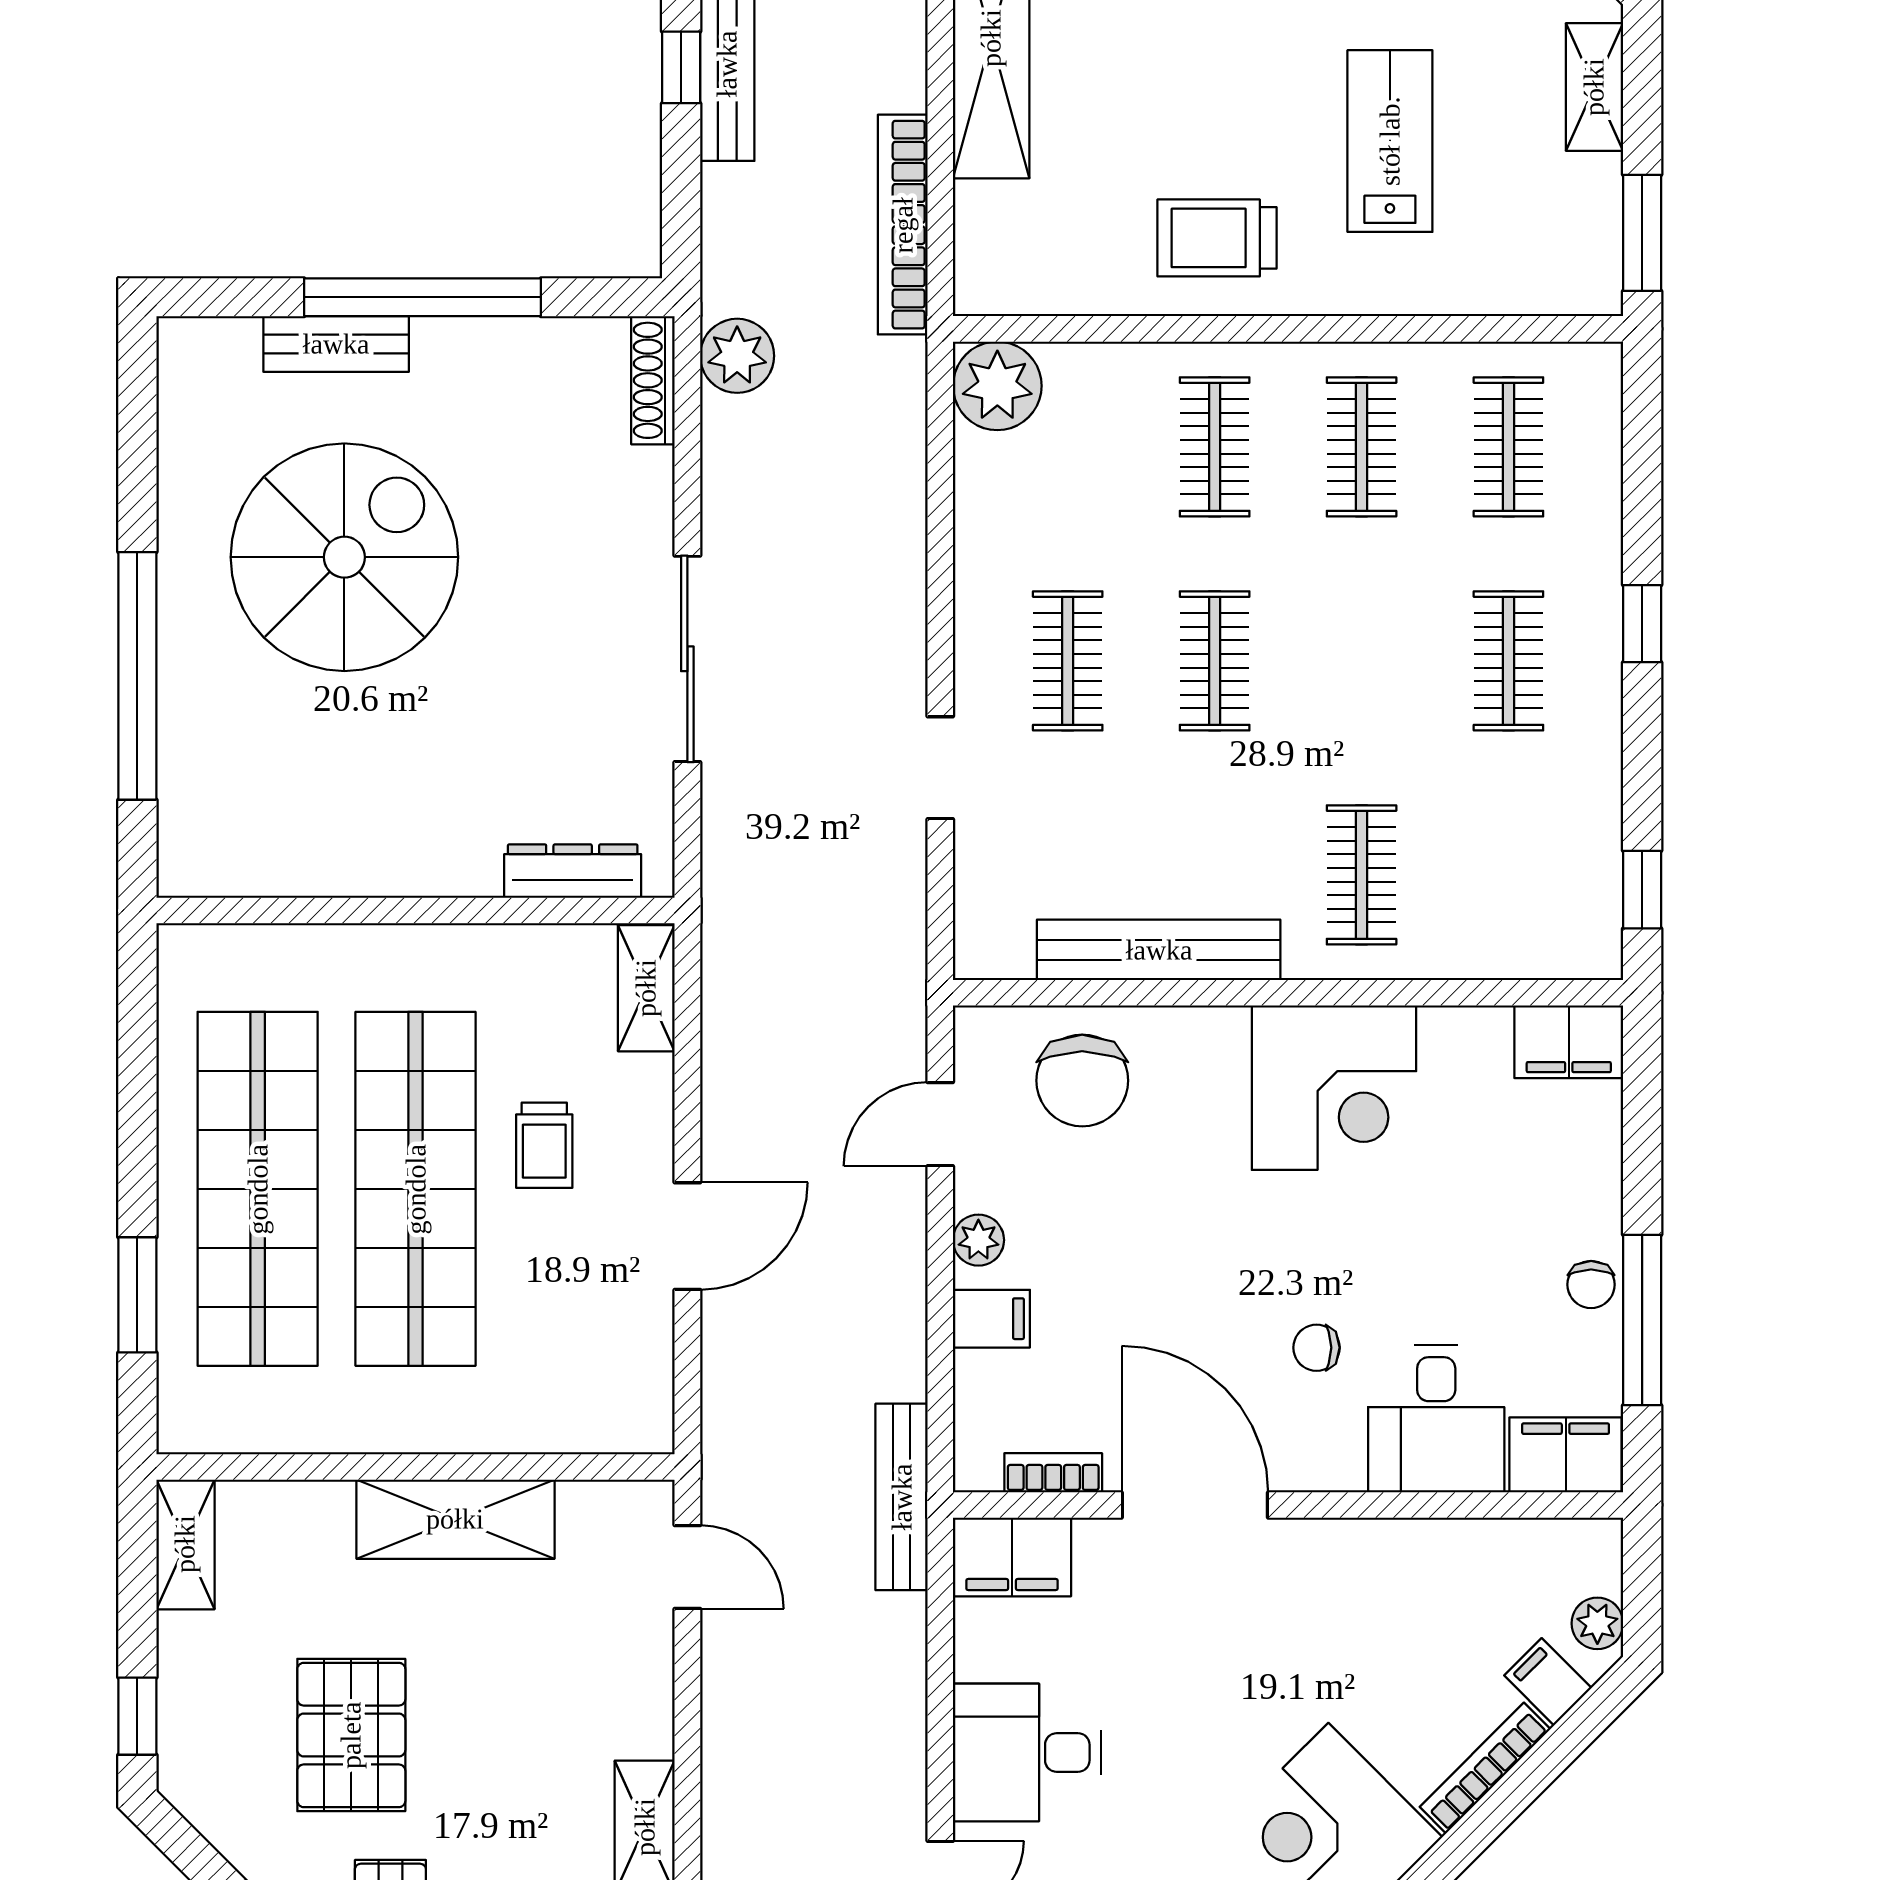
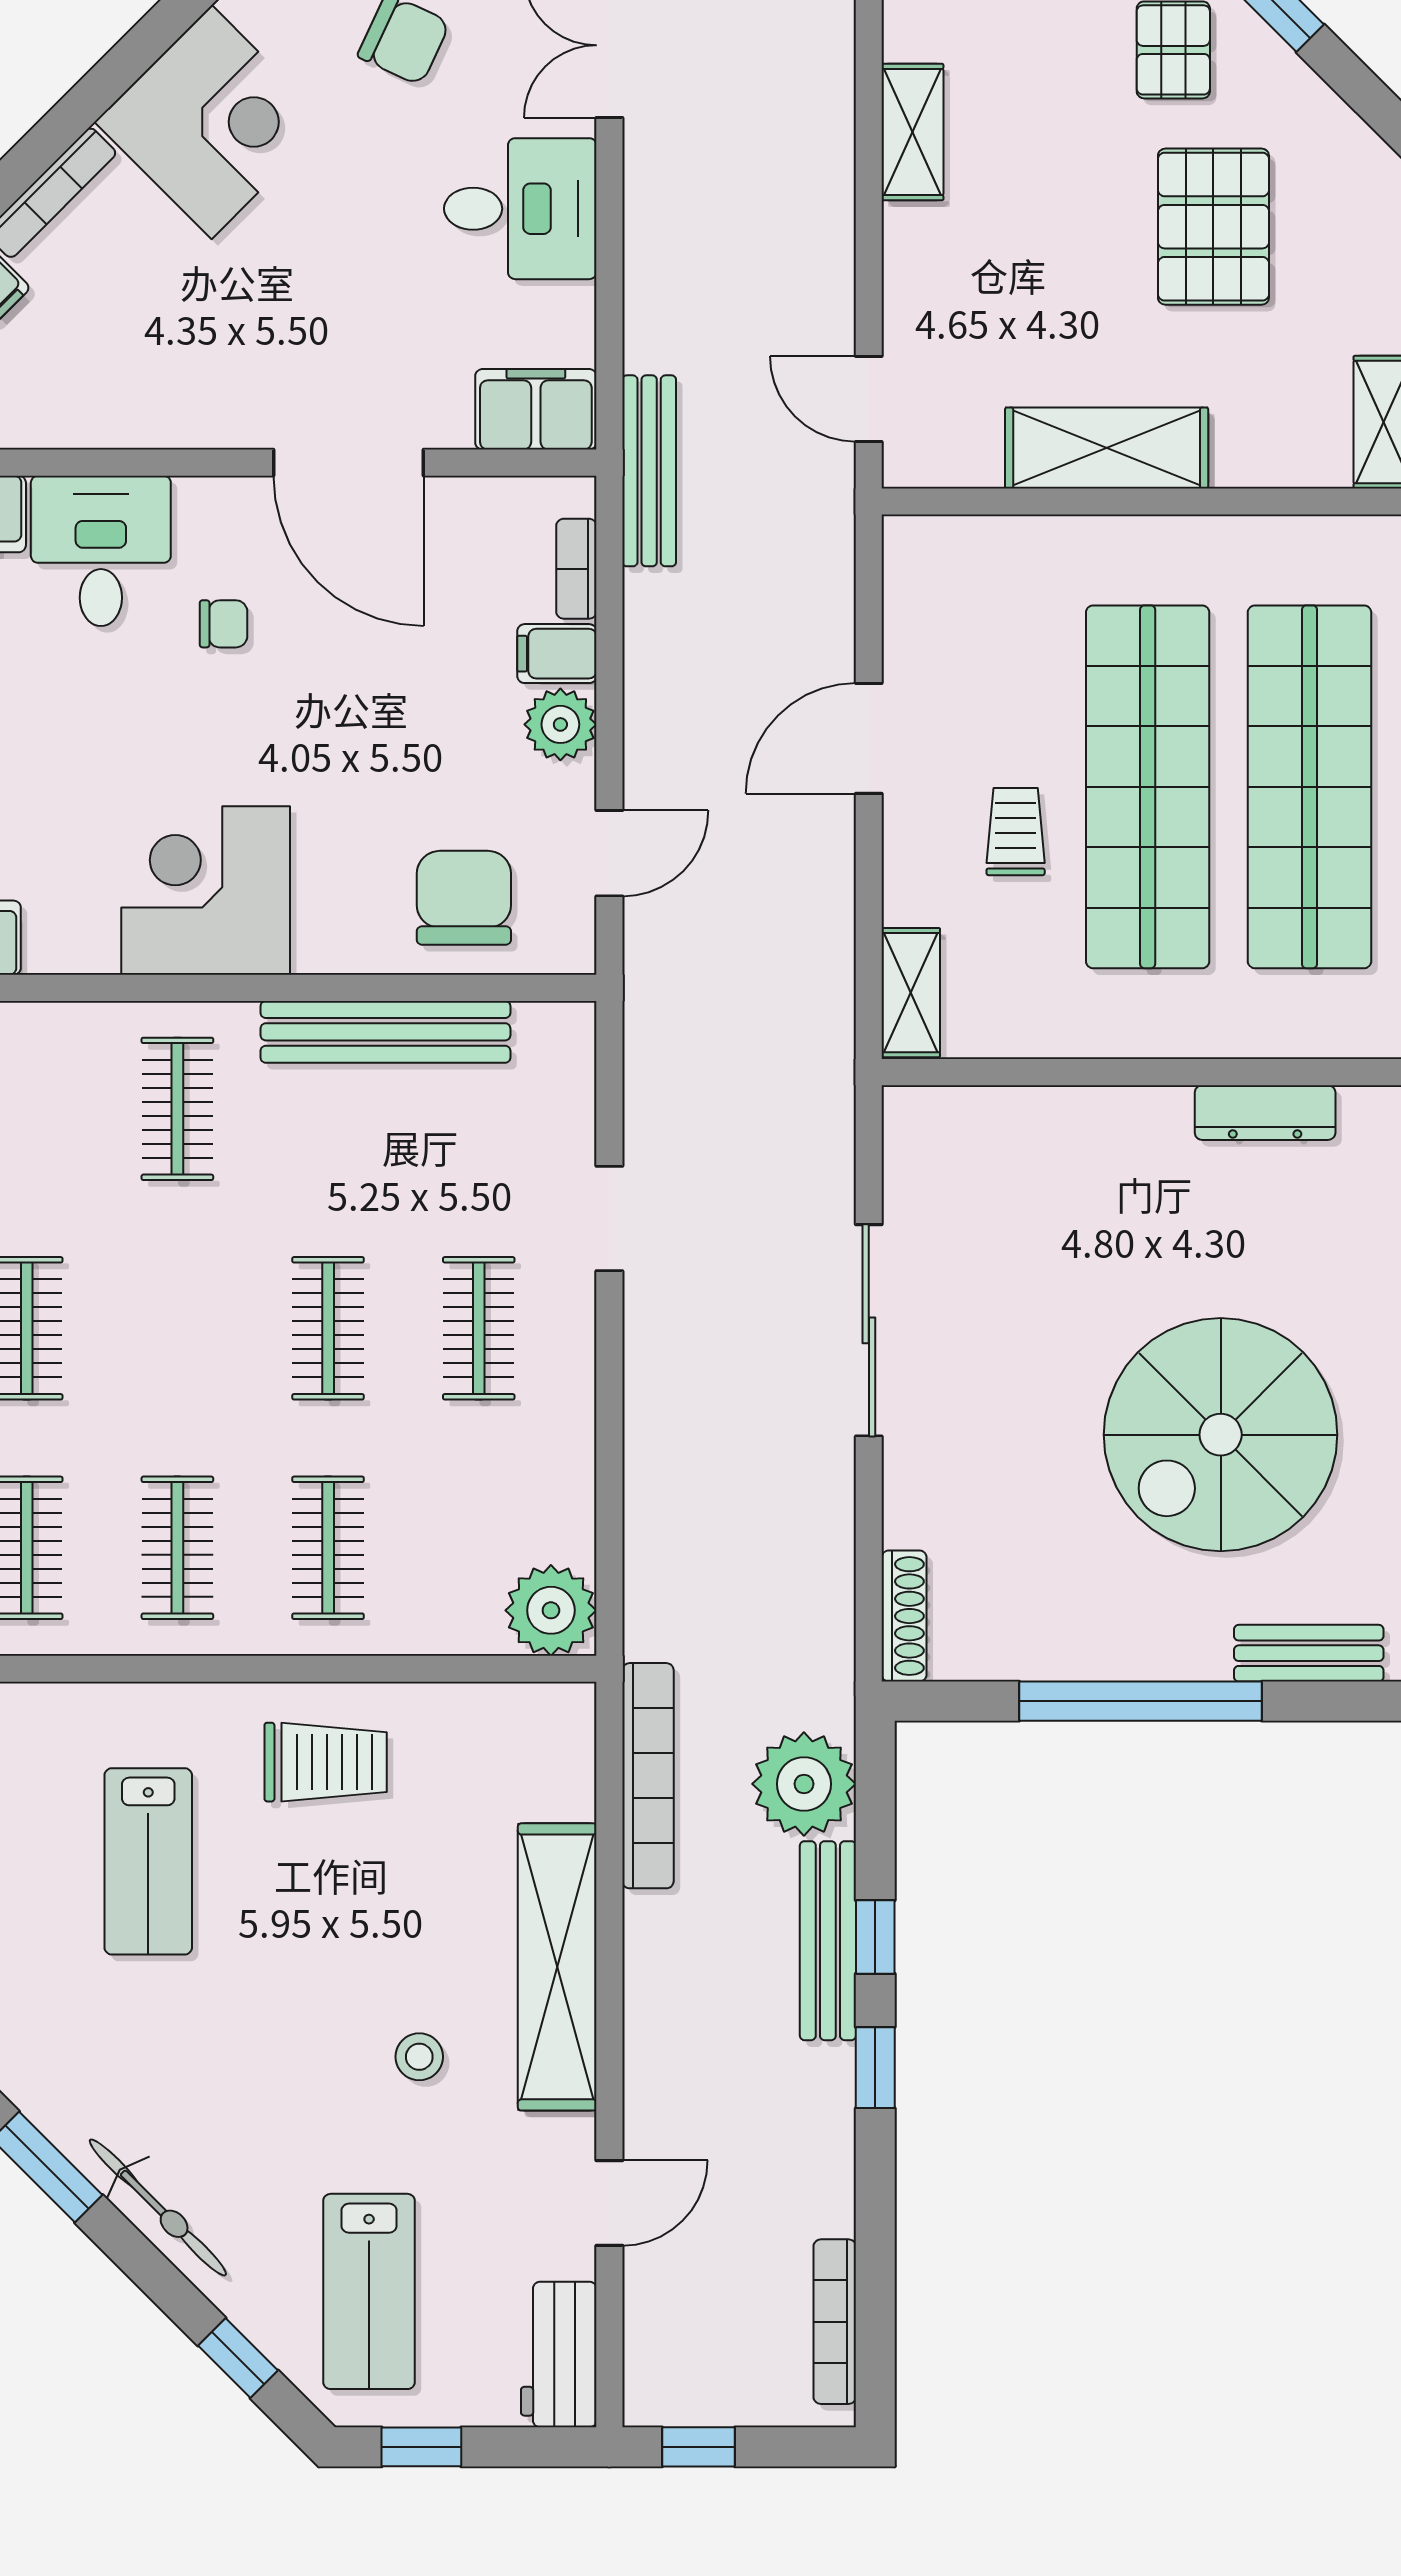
bench: (336, 344) -> (1309, 1653), moved
plant: (737, 356) -> (804, 1784), moved, width x1.36, depth x1.36
dresser: (573, 871) -> (1265, 1113), moved
plant: (978, 1240) -> (560, 724), width x1.38, depth x1.38
bookcase: (1053, 1473) -> (576, 569), moved, turned 90

